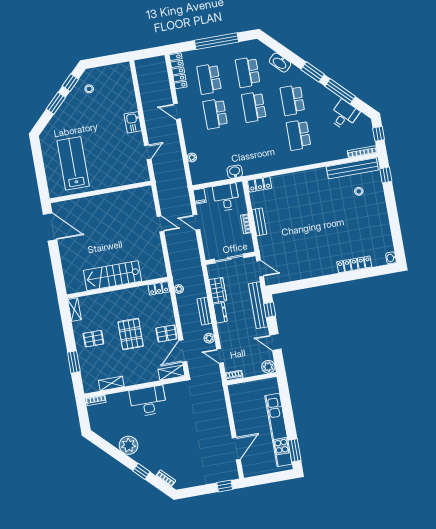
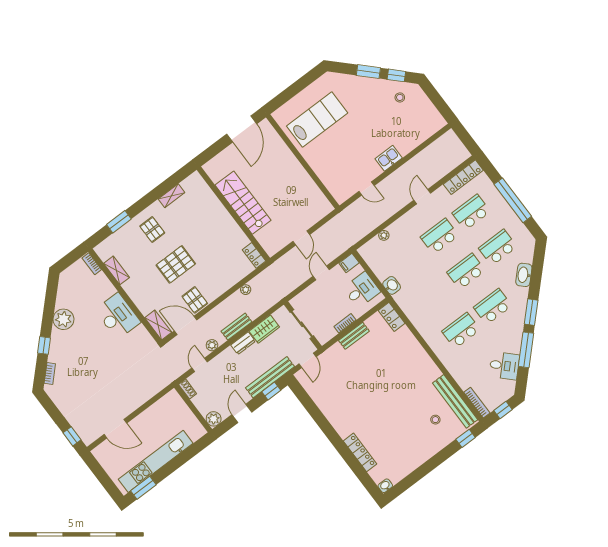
stairs: (112, 276) -> (243, 203), moved
wall: (117, 288) -> (233, 214), moved
locker: (159, 288) -> (254, 255), moved

